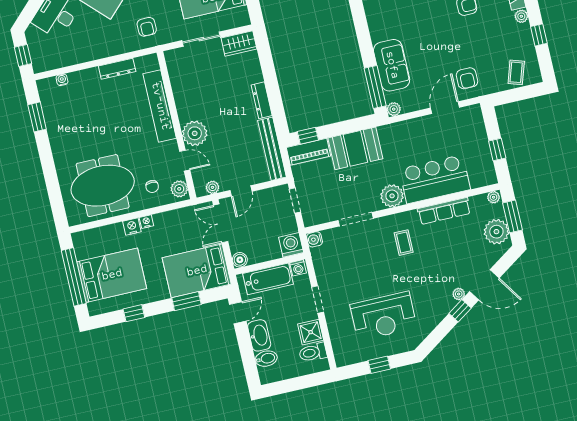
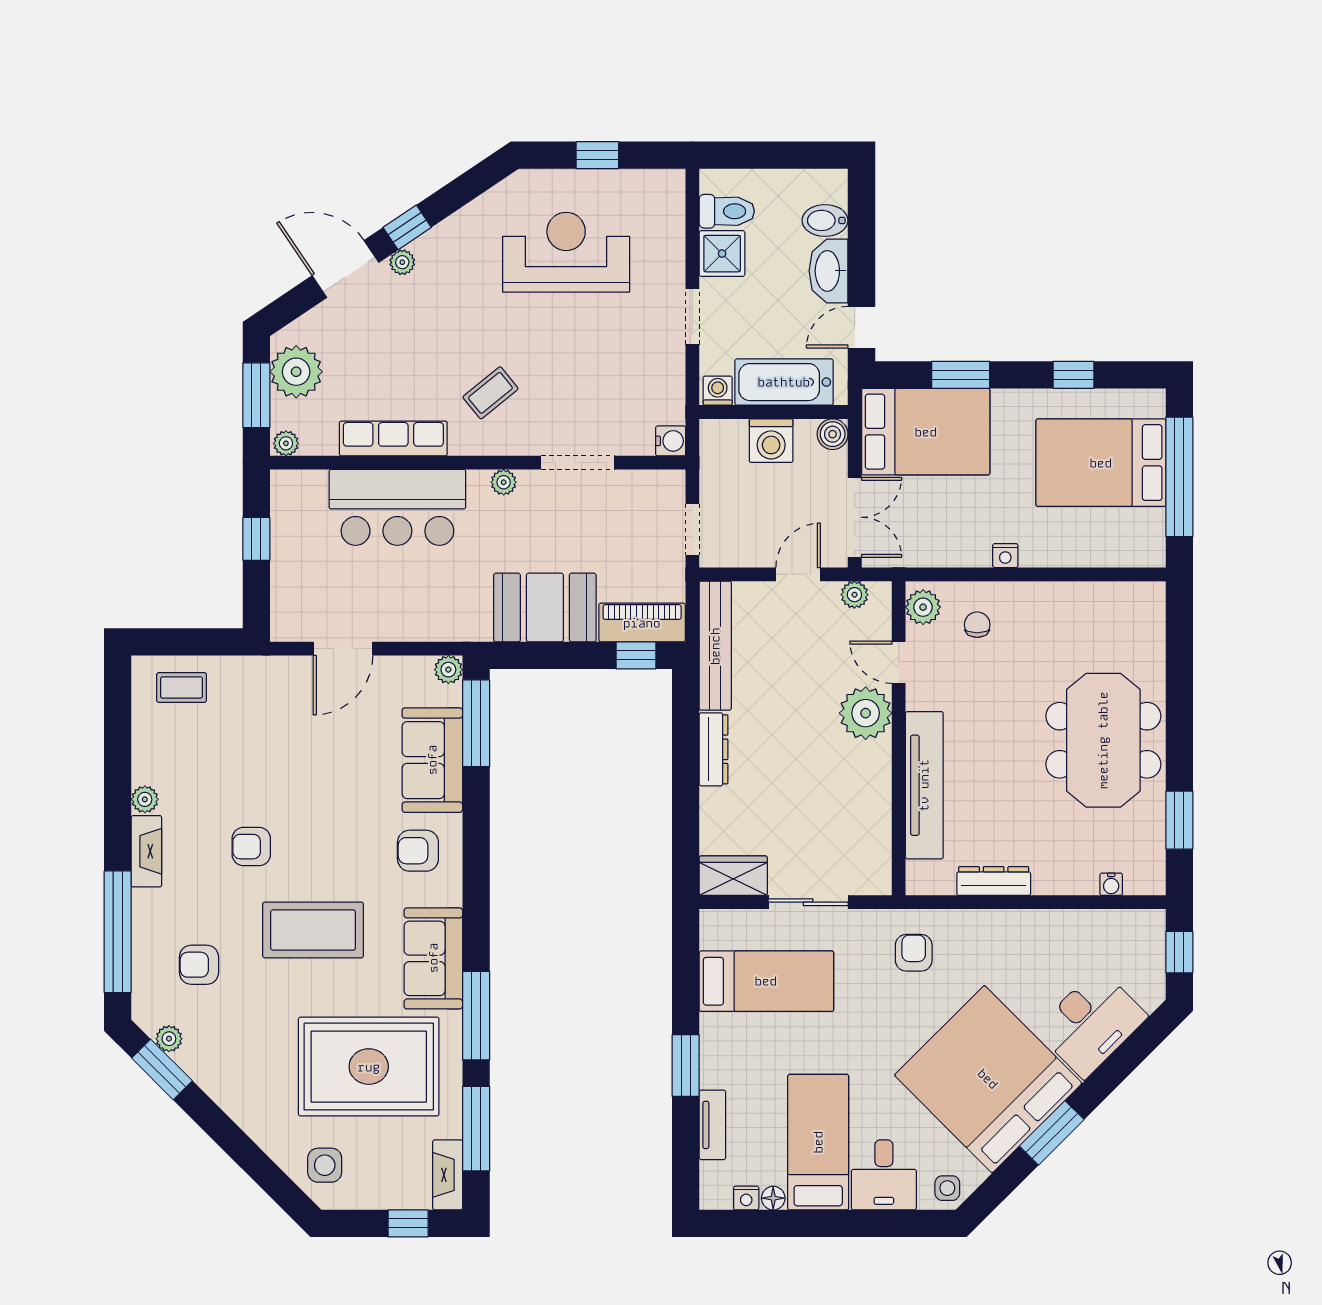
window: (539, 35) -> (118, 753), removed
coffee table: (516, 72) -> (182, 687), turned 72
armchair: (467, 78) -> (418, 851), moved, turned -90
meeting table: (103, 186) -> (1103, 740), moved, turned 90
plant: (392, 196) -> (504, 482), width x0.53, depth x0.53
nightstand: (132, 227) -> (1037, 552), removed
coffee table: (404, 243) -> (490, 393), turned 51
washing machine: (291, 245) -> (771, 441), moved

